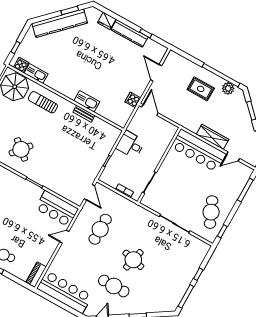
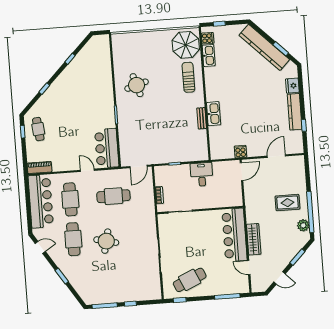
rug: (201, 89) -> (287, 203), turned 90
round table: (21, 149) -> (137, 85), turned 33
cafe table: (79, 267) -> (70, 199), added

